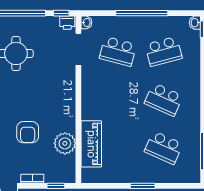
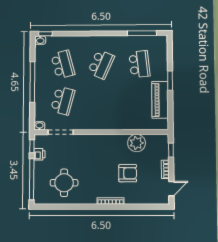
printer: (67, 23) -> (39, 154), moved
piano: (91, 144) -> (160, 100), moved, turned -90
school desk: (164, 148) -> (139, 64), turned -30

